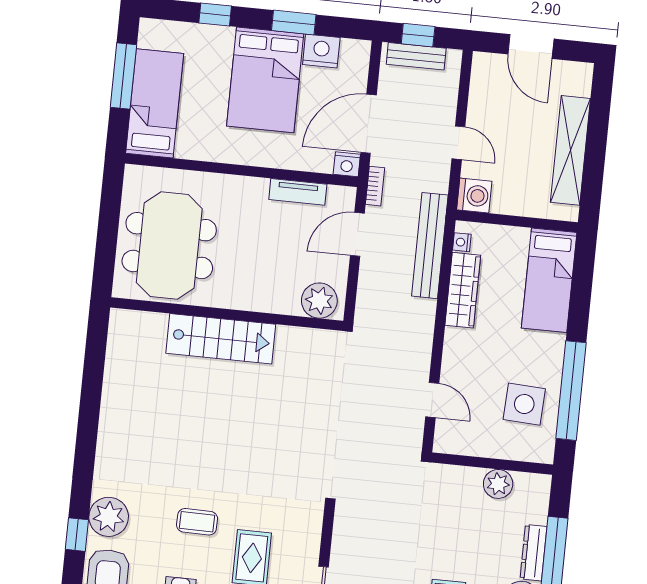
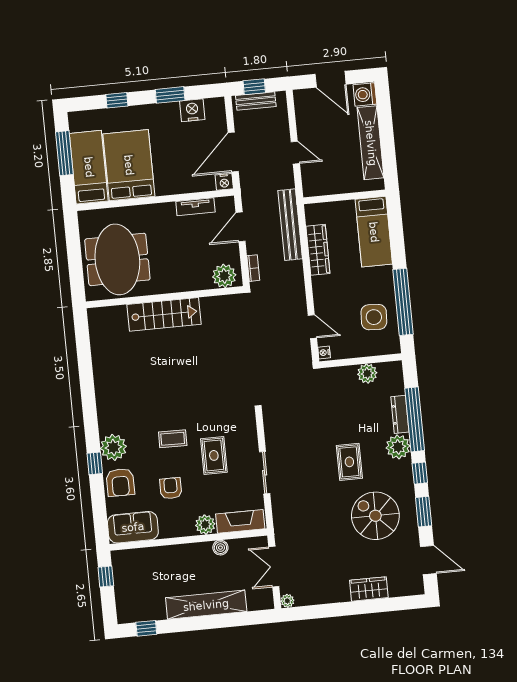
bed: (265, 80) -> (129, 165), moved, turned 180
bookcase: (375, 186) -> (253, 268), moved
washing machine: (474, 196) -> (365, 94), moved, turned 180
nightstand: (462, 242) -> (324, 353), moved

